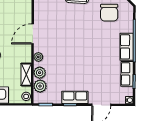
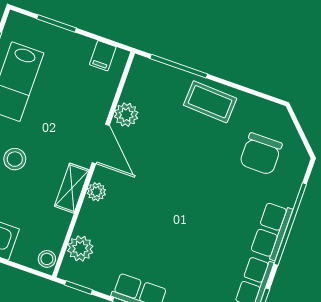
door: (33, 34) -> (101, 144), swing flipped
plant: (40, 73) -> (126, 115), moved
shelving: (26, 75) -> (72, 188), moved

